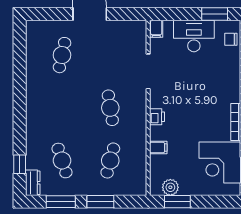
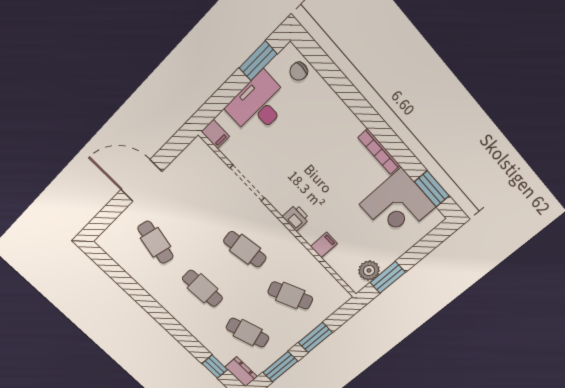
cafe table: (62, 108) -> (202, 288), added
cafe table: (110, 161) -> (290, 295), turned -39

